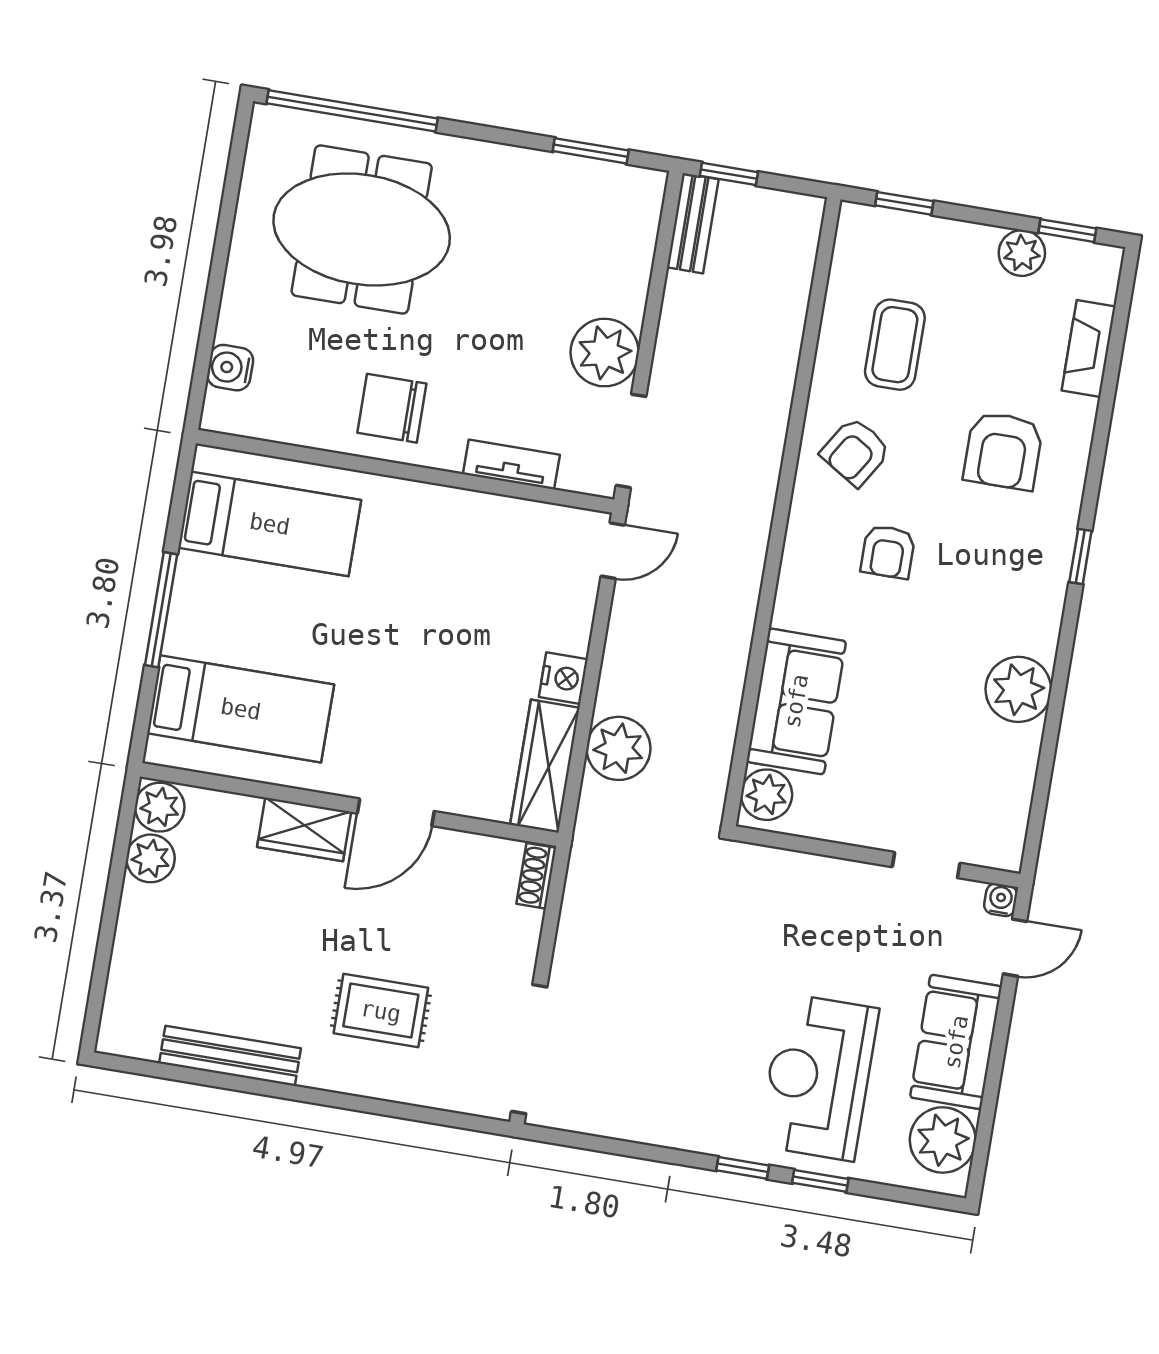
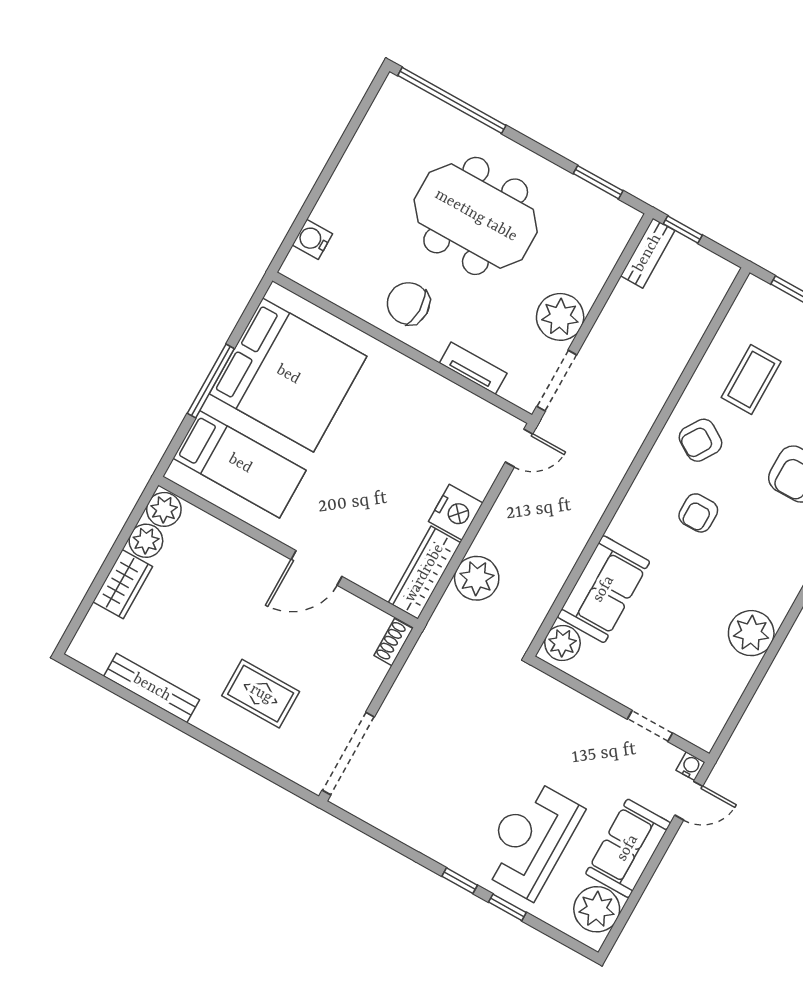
meeting table: (362, 229) -> (476, 216), moved
bed: (270, 524) -> (288, 375), width x2.04
nightstand: (563, 678) -> (456, 512), width x1.36, depth x1.33
wardrobe: (304, 829) -> (123, 584), moved, turned -90

